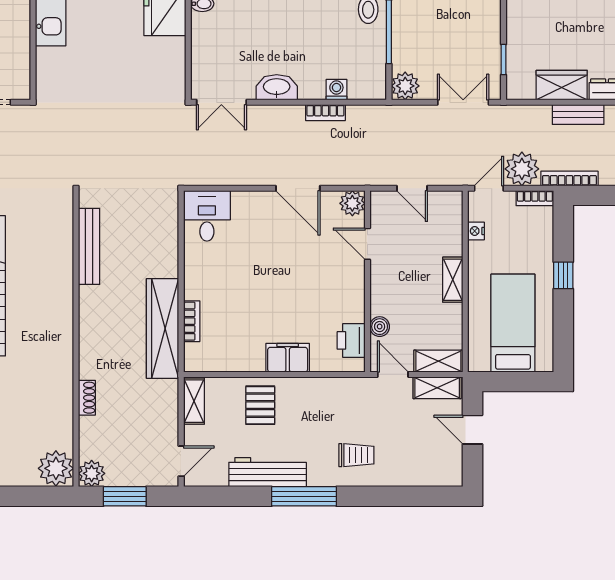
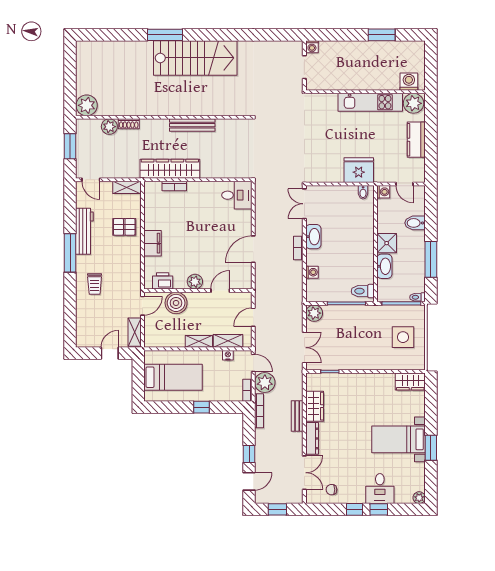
bookcase: (325, 113) -> (298, 248), moved
plant: (352, 203) -> (195, 282), moved
bench: (89, 246) -> (192, 125), moved
boiler: (380, 327) -> (176, 303), width x1.86, depth x1.86
shelving: (438, 361) -> (228, 341), moved, turned 90
plant: (92, 473) -> (109, 127), moved

